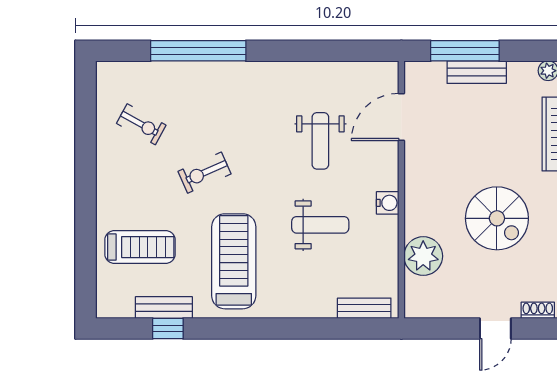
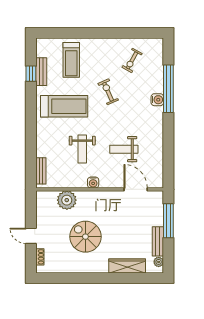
bench: (477, 72) -> (158, 241), moved
water cooler: (221, 73) -> (157, 100), added
spiral stairs: (497, 218) -> (85, 237), turned 90

